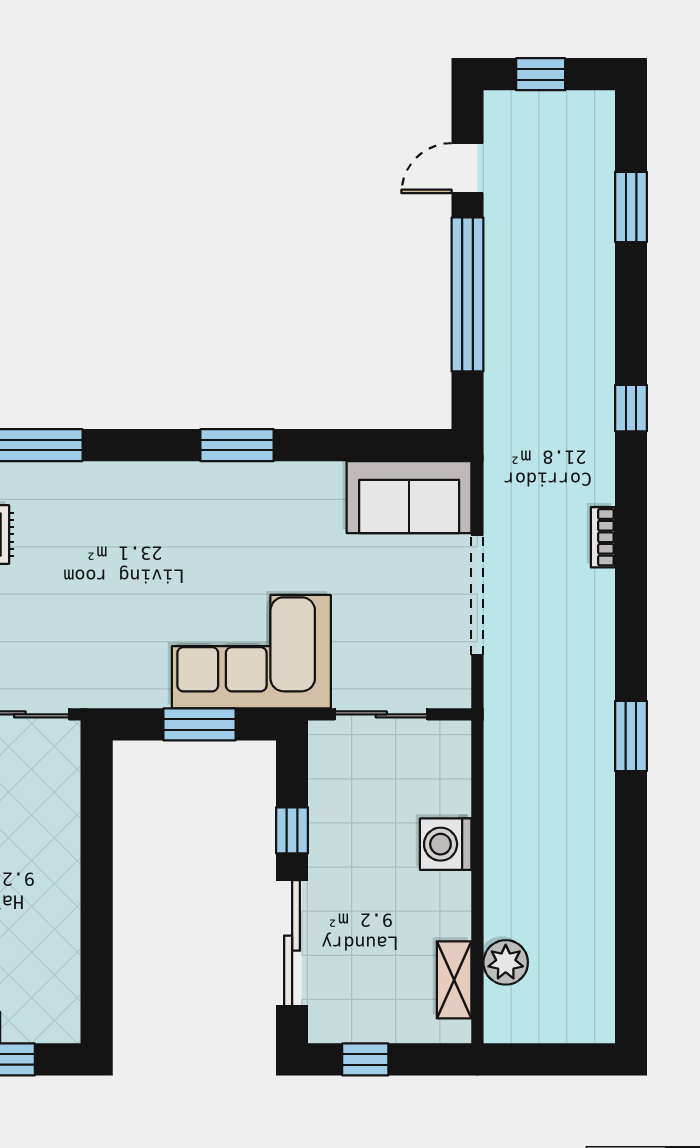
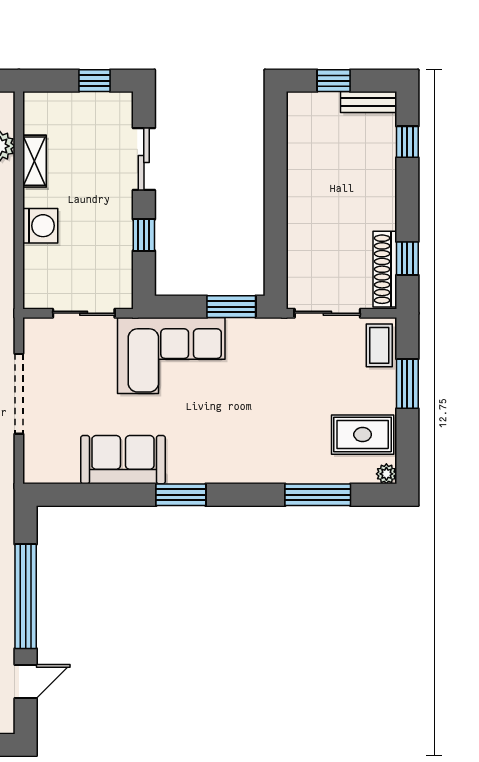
sofa: (409, 497) -> (123, 460), moved
window: (199, 724) -> (231, 307), moved
sliding door: (292, 943) -> (144, 159), width x0.73
shelving: (454, 980) -> (35, 161), moved

